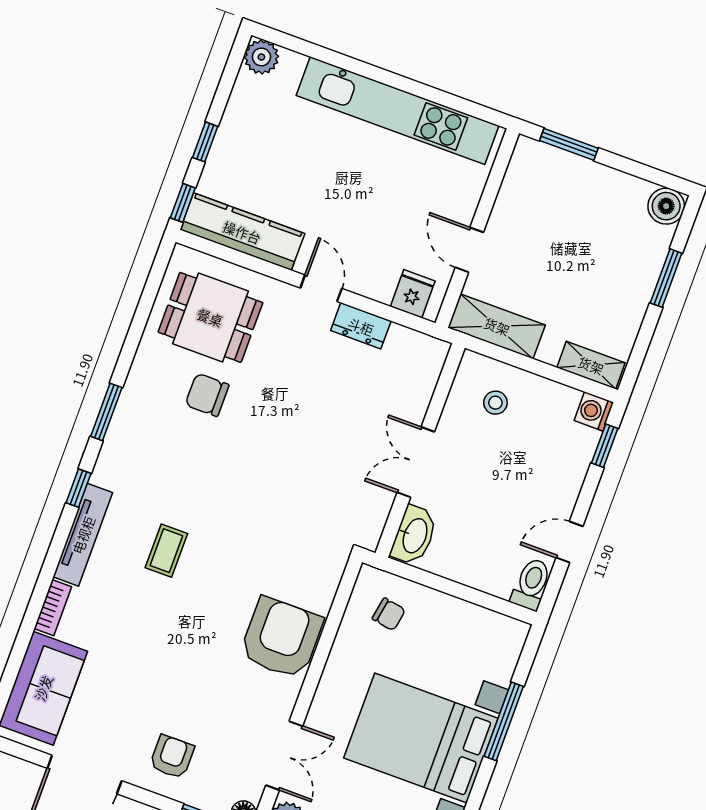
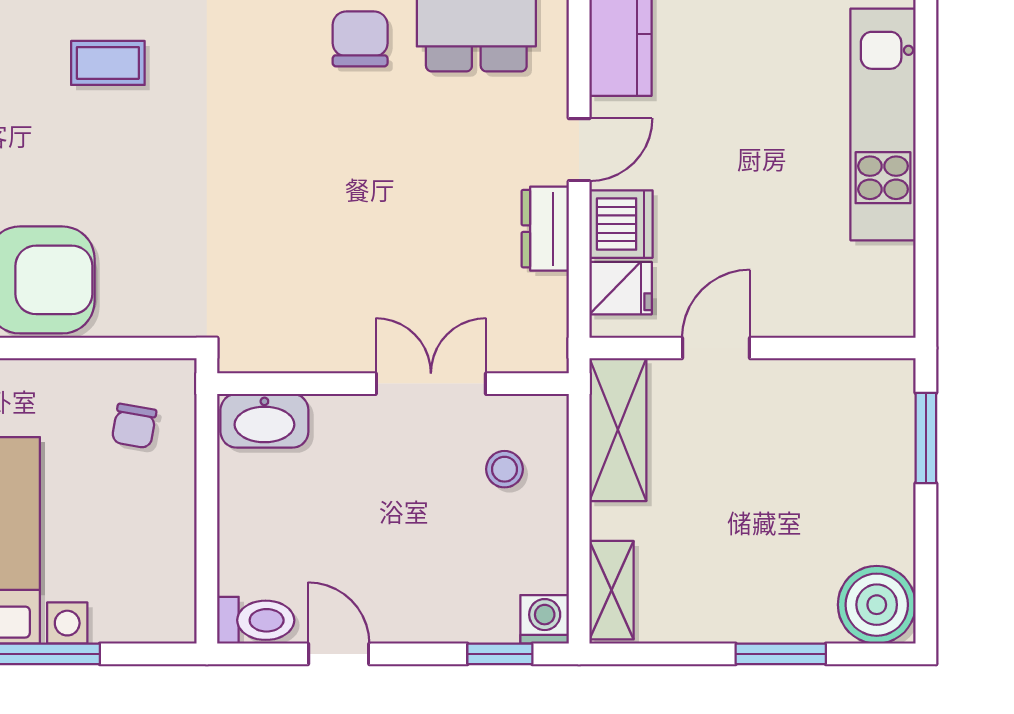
kitchen unit: (397, 111) -> (883, 124), width x0.73
boiler: (666, 206) -> (877, 605), width x1.37, depth x1.37
dishwasher: (375, 280) -> (621, 224), added
double door: (416, 462) -> (431, 384), moved

